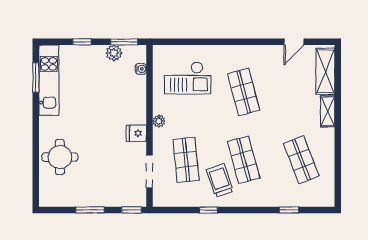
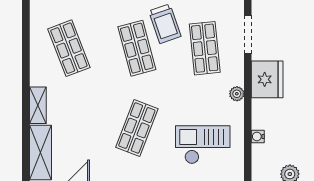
water cooler: (141, 69) -> (258, 136), moved
shop shelf: (244, 92) -> (137, 128), turned 36
fridge: (136, 133) -> (267, 79), width x1.88, depth x1.34

